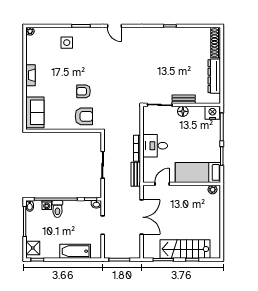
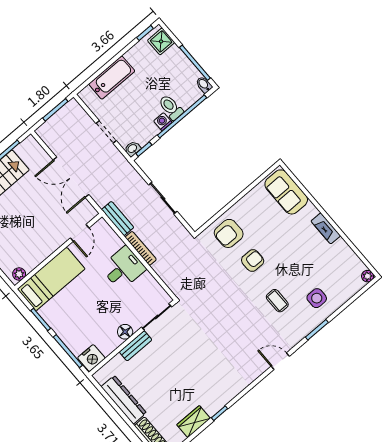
wardrobe: (187, 33) -> (194, 422), added
coffee table: (89, 59) -> (277, 301), added
washing machine: (47, 205) -> (163, 122), moved

